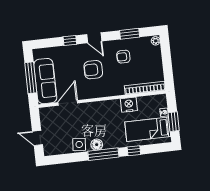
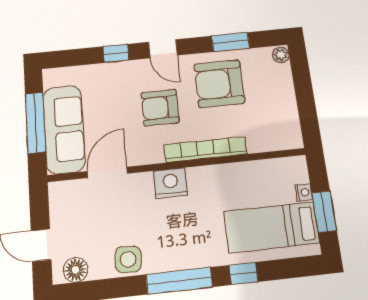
armchair: (123, 57) -> (219, 84), width x1.88, depth x1.88
bookcase: (145, 88) -> (205, 149), moved
nightstand: (129, 105) -> (171, 183), moved
floor lamp: (97, 145) -> (76, 270), moved

